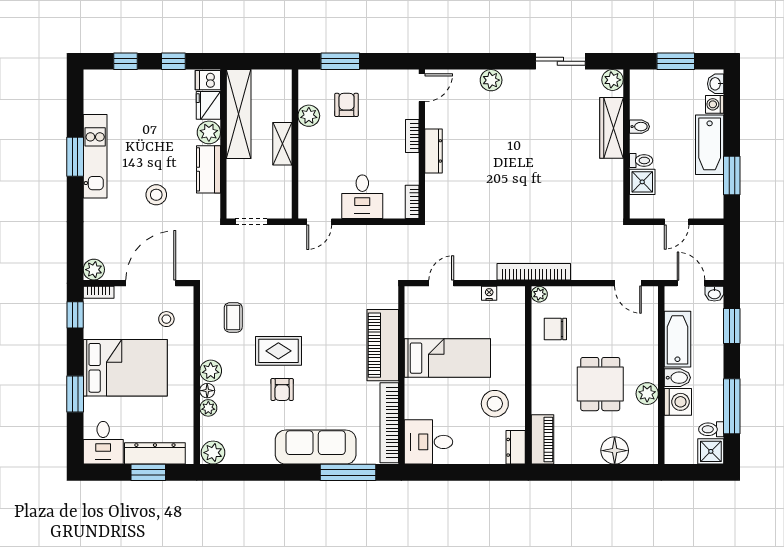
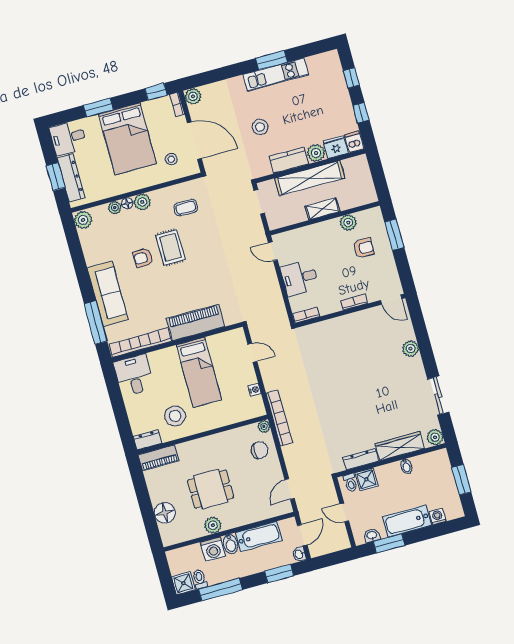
washbasin: (716, 84) -> (372, 535), moved
shelving: (239, 114) -> (310, 178), moved
dresser: (434, 151) -> (361, 459), moved, turned 180
toilet: (641, 160) -> (351, 483), moved
chair: (555, 329) -> (260, 450), moved, turned 90

